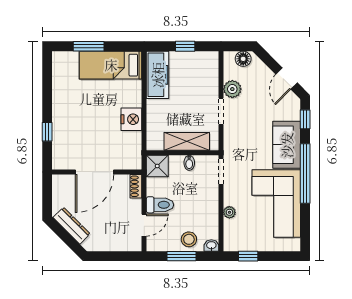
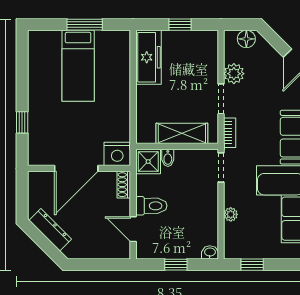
window: (89, 46) -> (85, 25), moved
bed: (111, 65) -> (78, 66), moved, turned -90
nightstand: (131, 119) -> (117, 154), moved, turned 90
bookcase: (229, 141) -> (230, 133), added
bidet: (189, 163) -> (168, 158), moved
door: (144, 225) -> (133, 229), swing flipped
stool: (189, 239) -> (184, 245), removed
window: (182, 256) -> (176, 265), width x0.67

